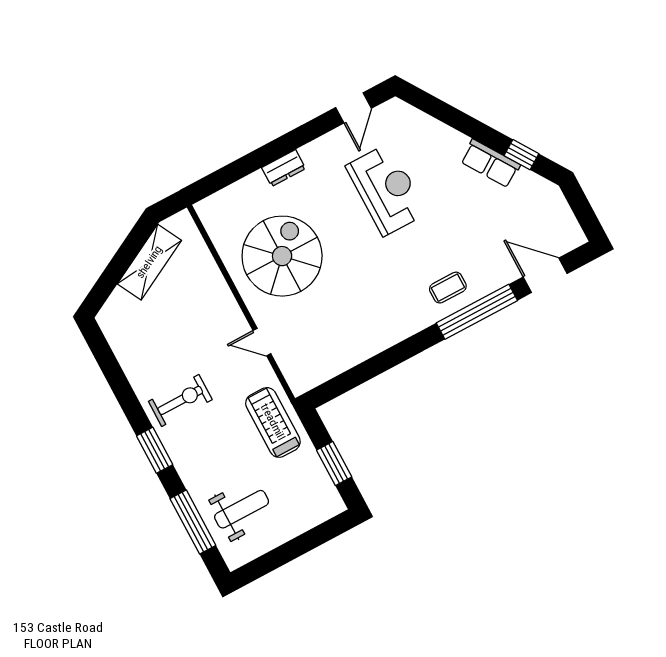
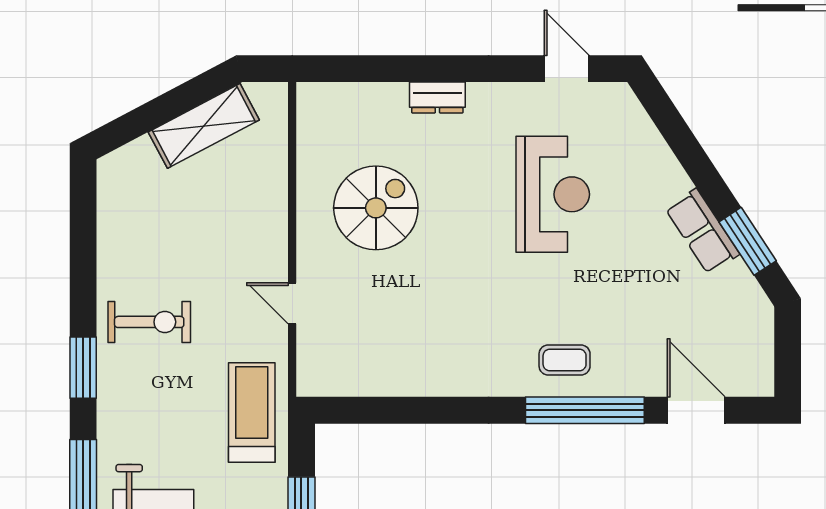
door: (354, 108) -> (567, 69), swing flipped
window: (521, 155) -> (748, 241), width x1.50
spiral stairs: (282, 256) -> (376, 208), width x0.73, depth x0.73

